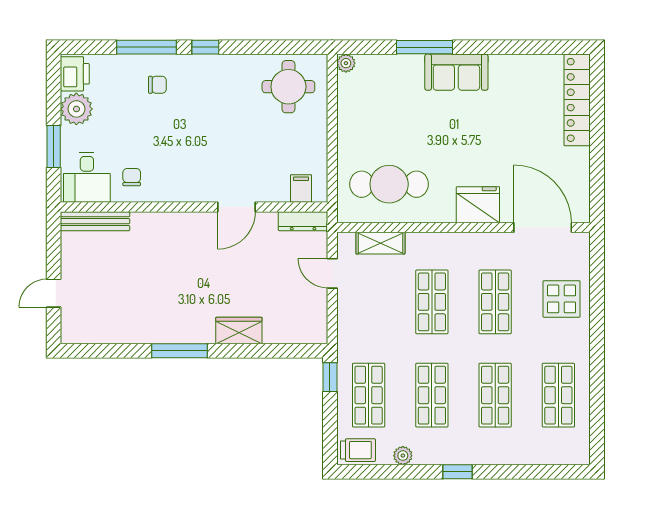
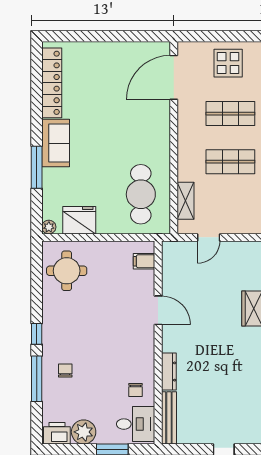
locker: (577, 100) -> (52, 83), moved, turned -90
chair: (132, 177) -> (135, 390), turned -90
fridge: (478, 205) -> (79, 220), moved, turned 90
dresser: (303, 221) -> (169, 372), moved

